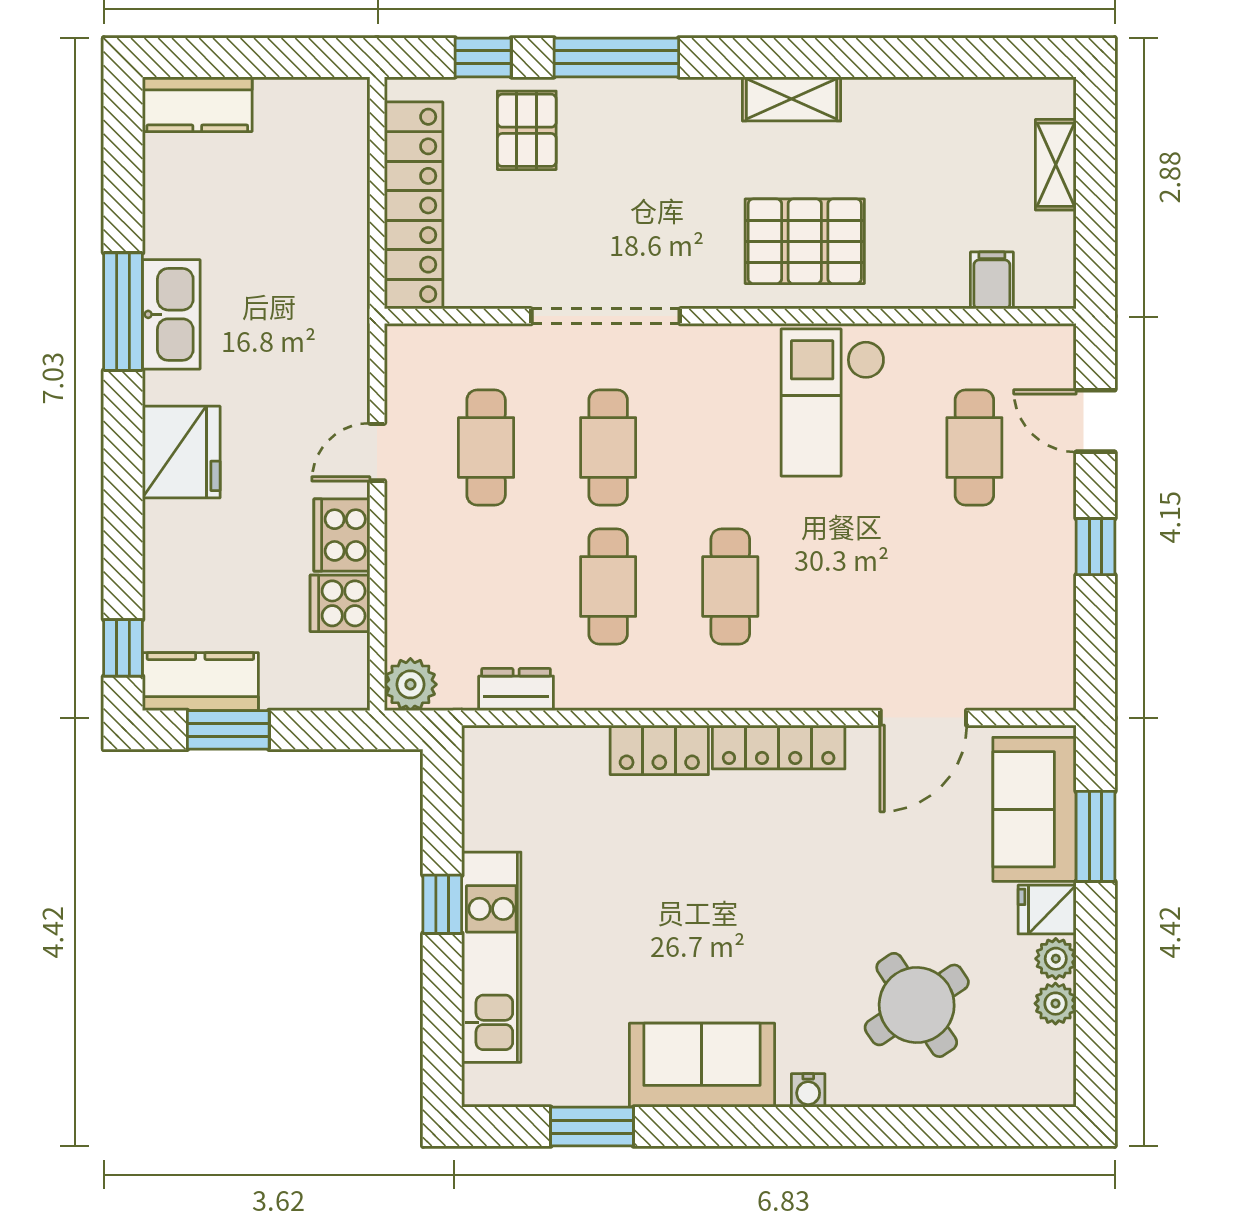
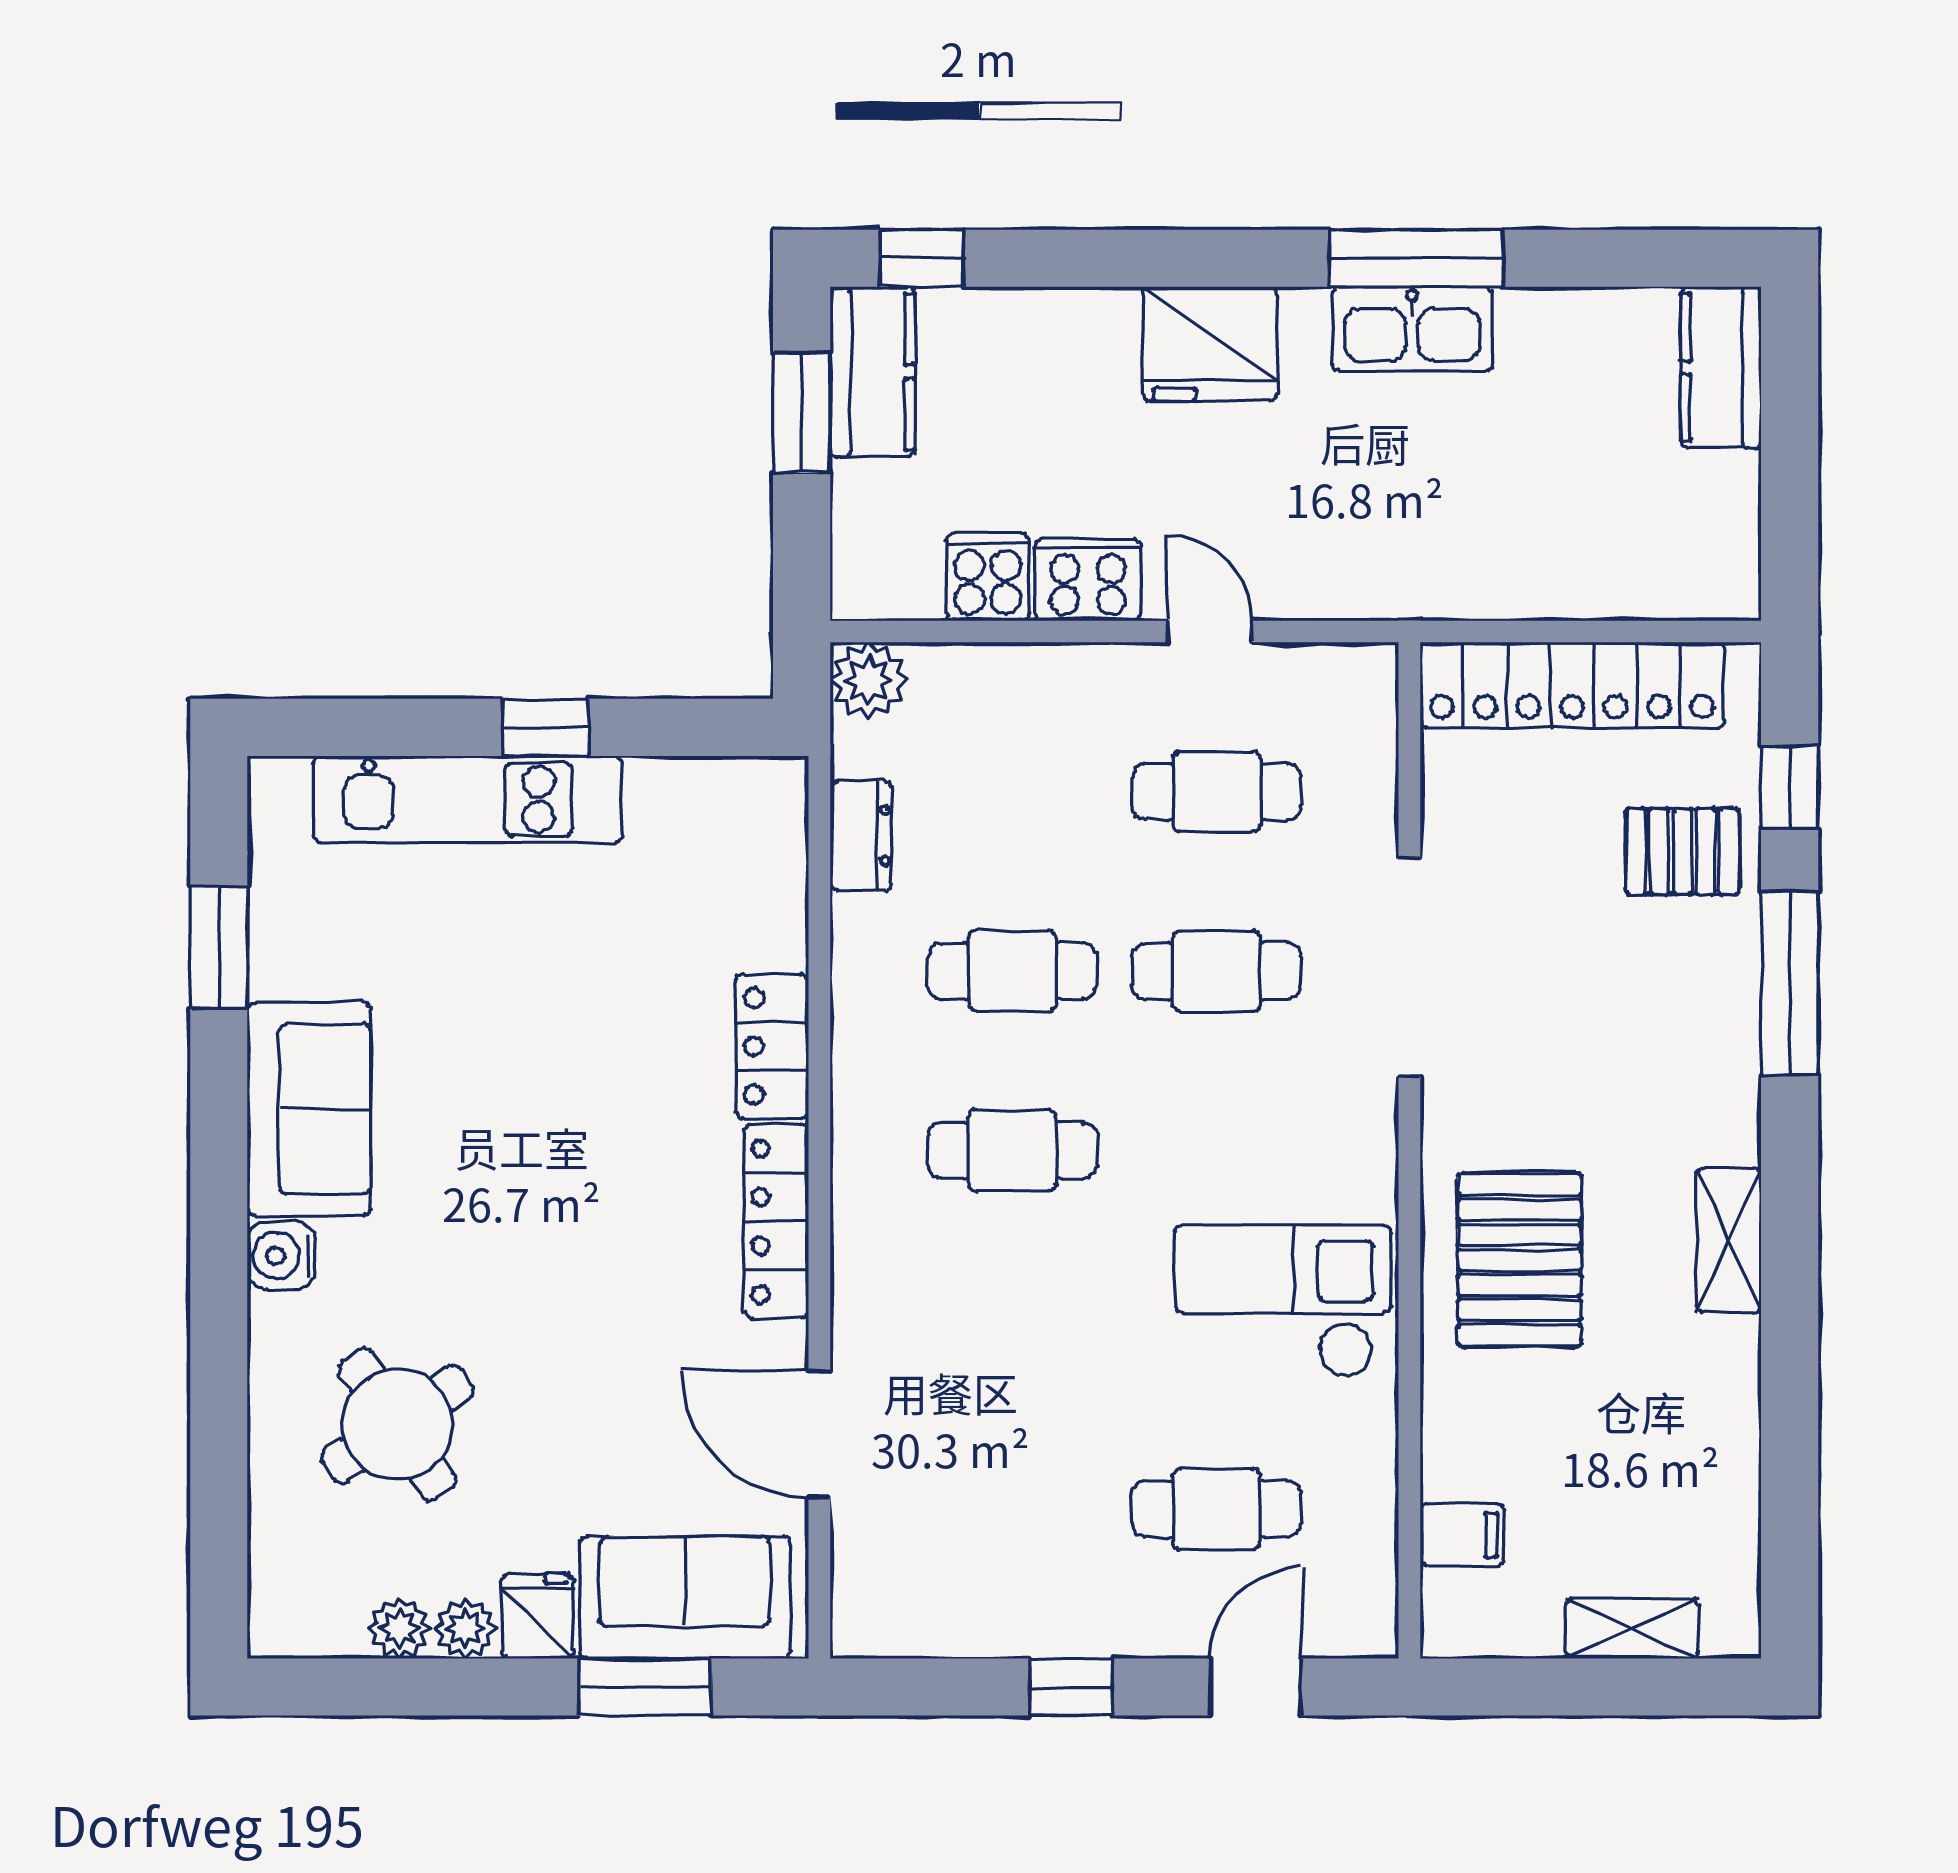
water cooler: (808, 1090) -> (281, 1255), width x1.38, depth x1.38

